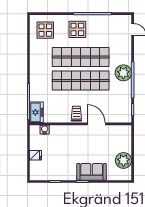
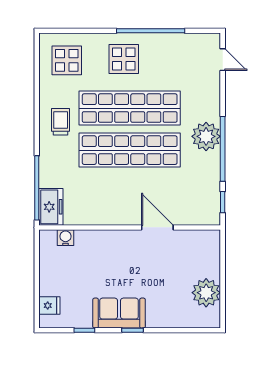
trolley: (76, 114) -> (61, 122), moved
fridge: (36, 155) -> (49, 306), moved
sofa: (92, 172) -> (119, 313), moved

